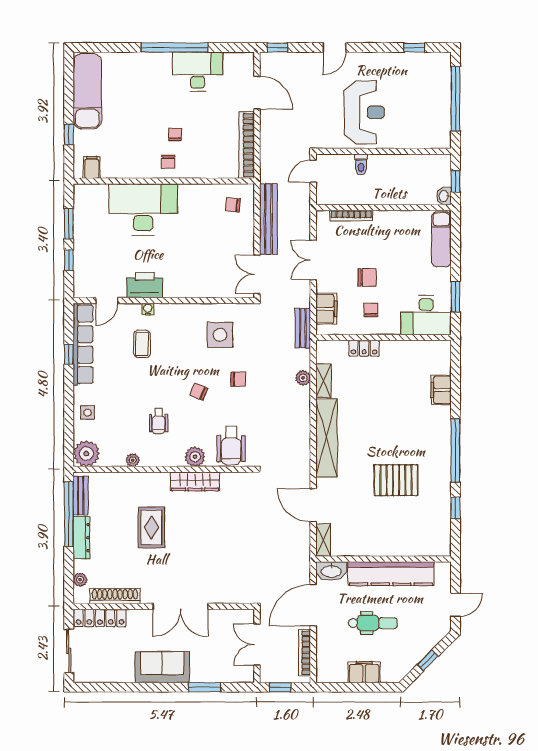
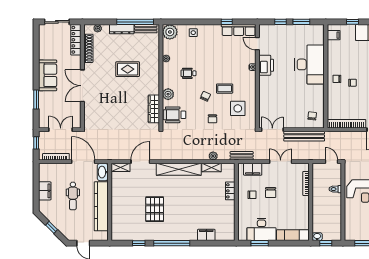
desk: (426, 315) -> (262, 229), moved, turned -90
row of seats: (83, 344) -> (239, 30), width x0.73
coffee table: (142, 344) -> (225, 89), moved
wardrobe: (195, 481) -> (154, 109), moved

